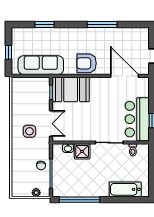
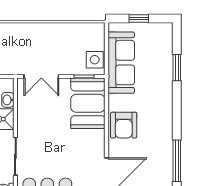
window: (102, 24) -> (177, 161), moved
armchair: (87, 63) -> (124, 125), turned 180
side table: (29, 131) -> (95, 60), moved

